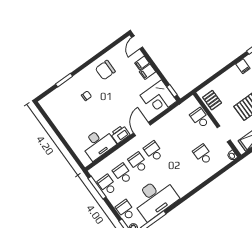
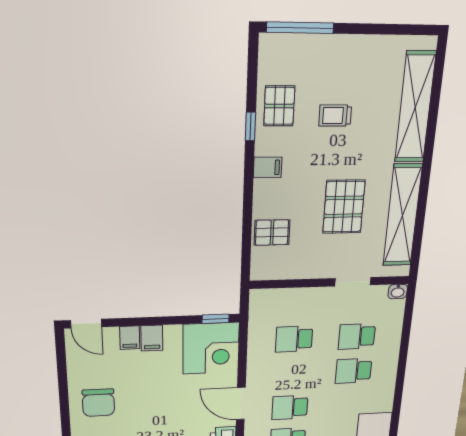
pallet: (212, 100) -> (272, 233), moved
school desk: (200, 118) -> (294, 339), moved
school desk: (187, 166) -> (353, 371), added

